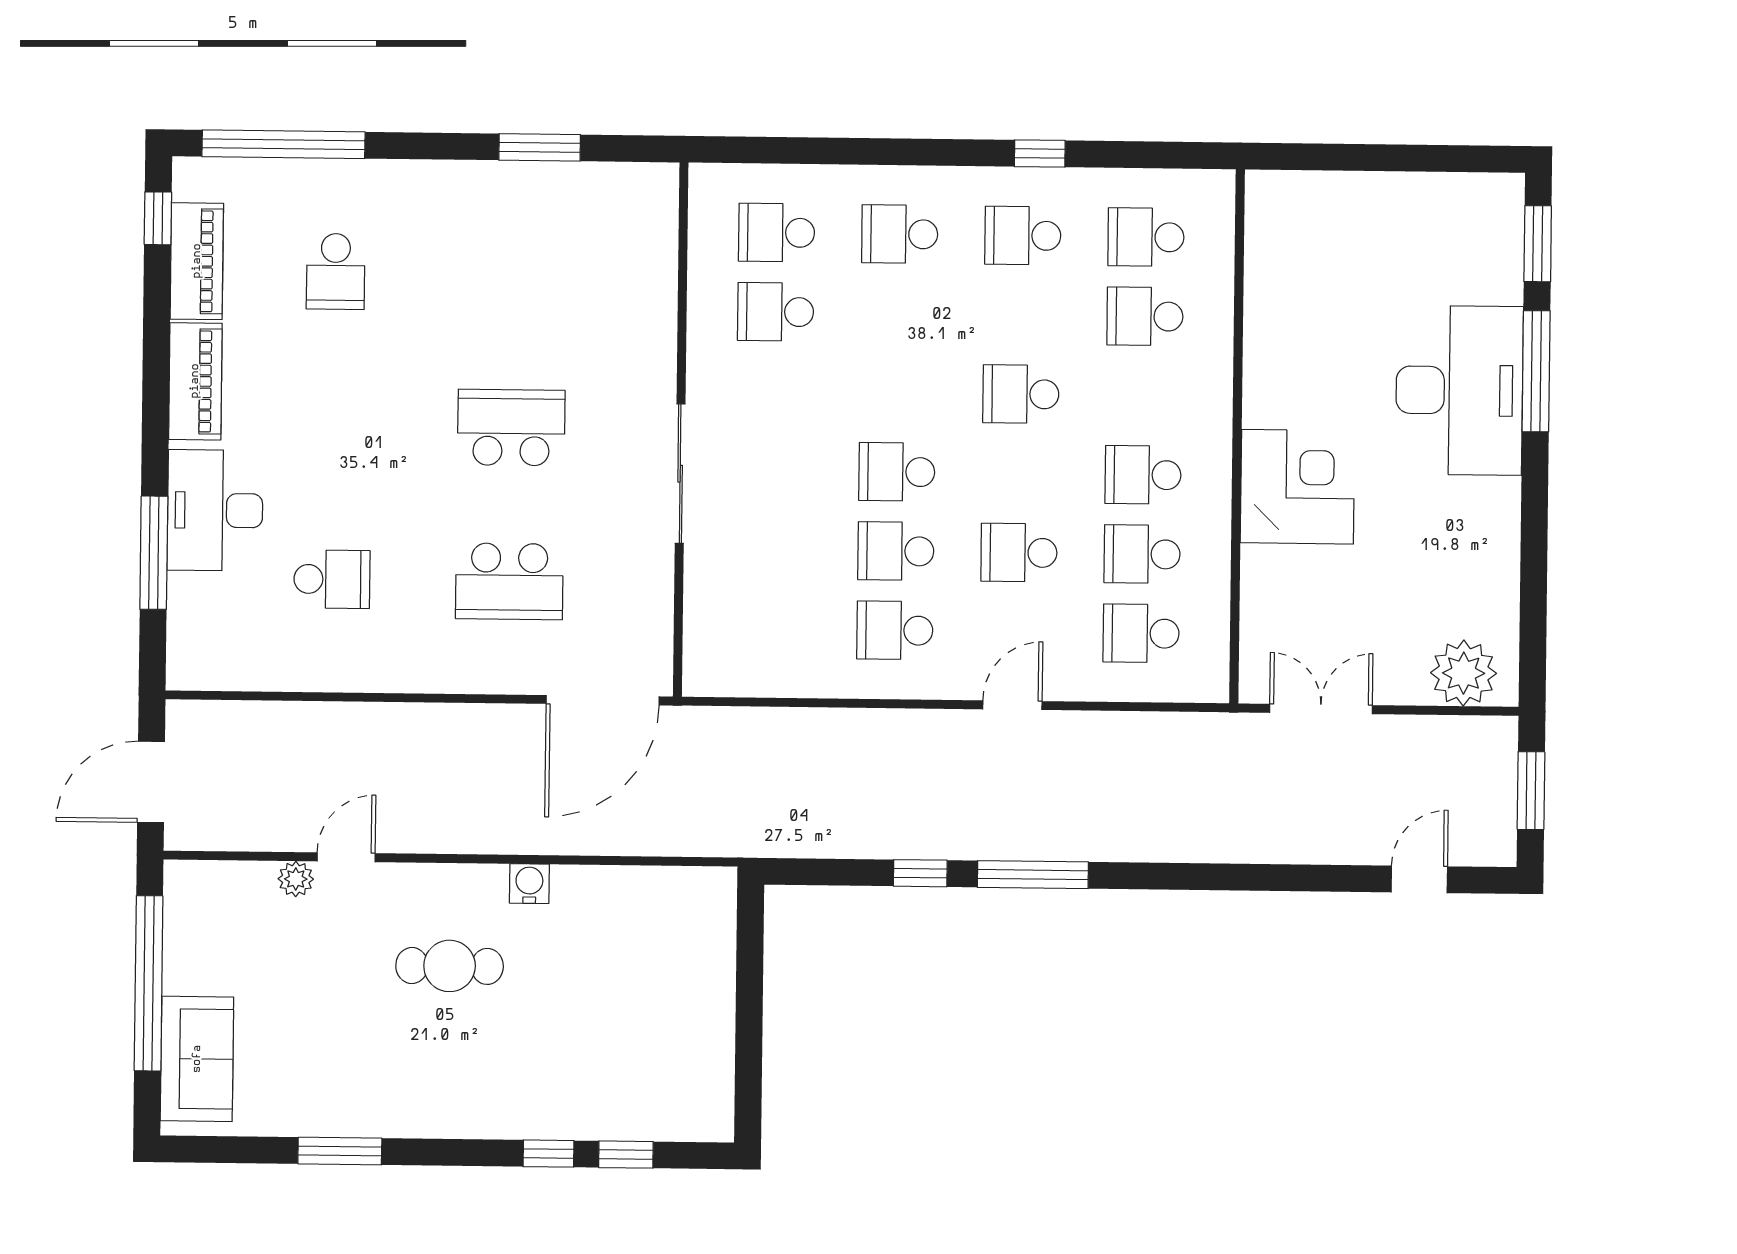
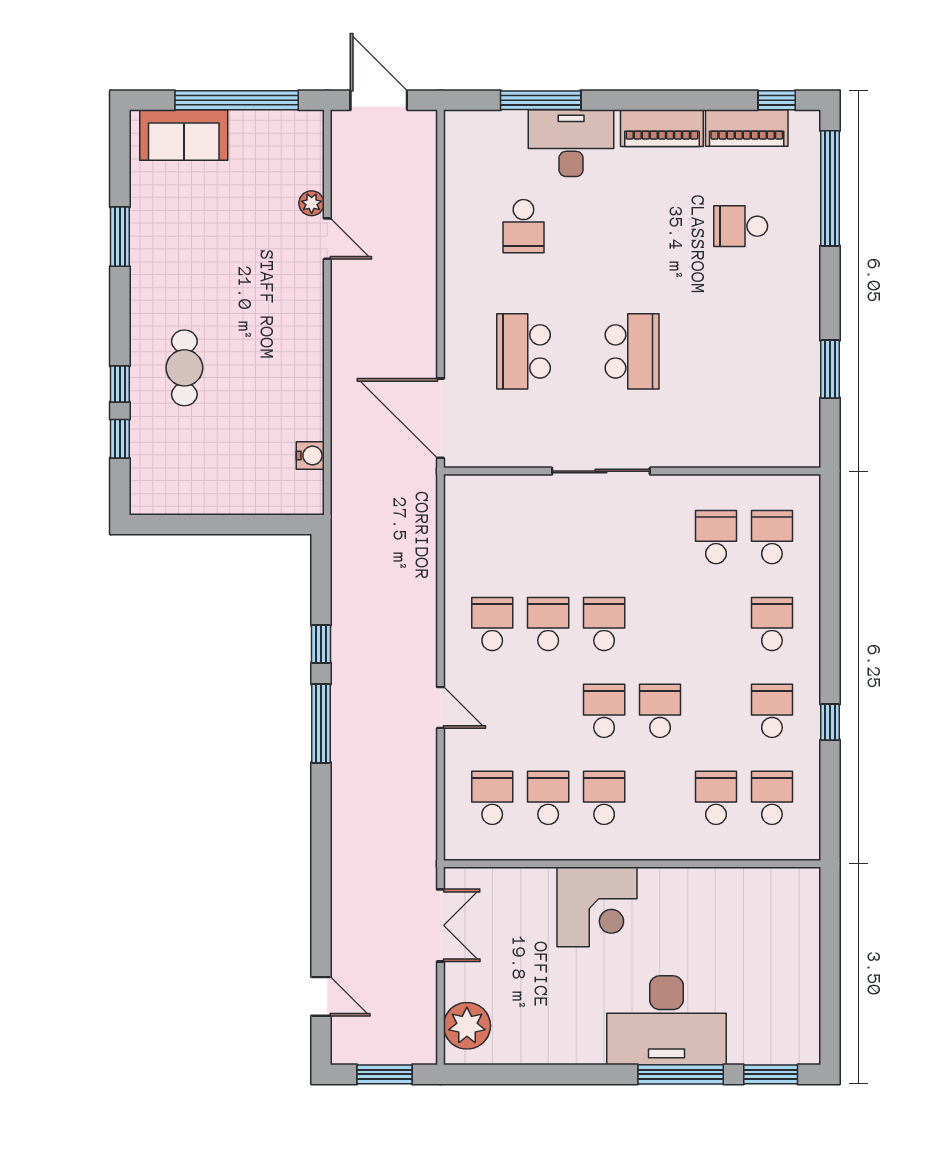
school desk: (1019, 553) -> (604, 711), moved
water cooler: (529, 884) -> (310, 455), moved
cafe table: (450, 966) -> (184, 368), moved

